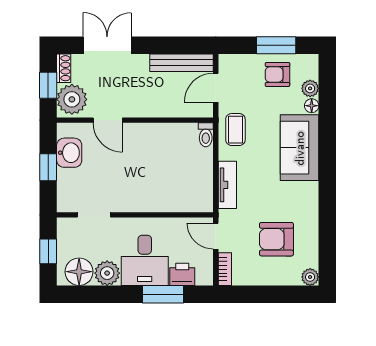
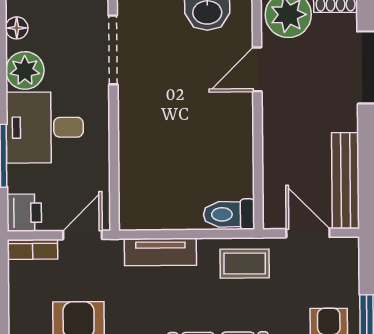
toilet: (206, 135) -> (229, 214), width x1.37, depth x1.39
doorway: (94, 215) -> (113, 50), width x1.38
floor lamp: (79, 272) -> (17, 28), width x0.53, depth x0.53
printer: (182, 274) -> (24, 213), moved

